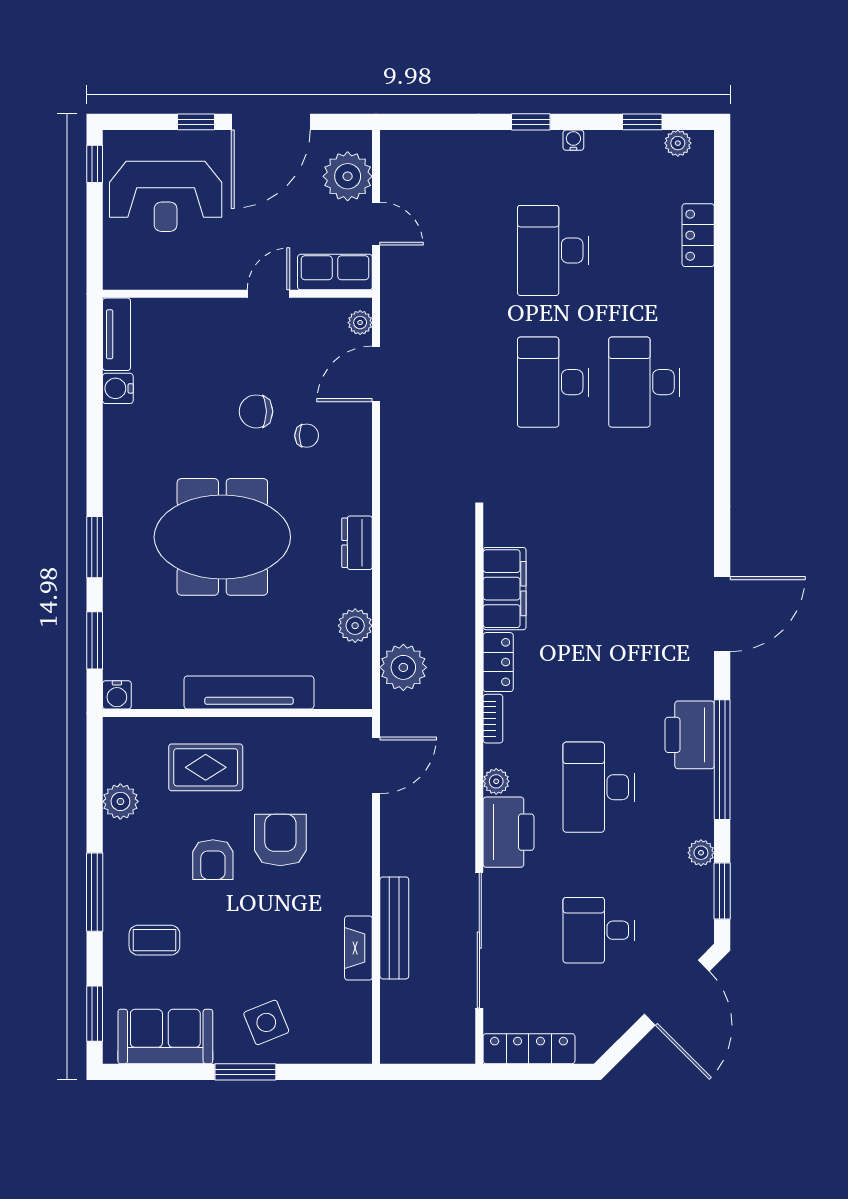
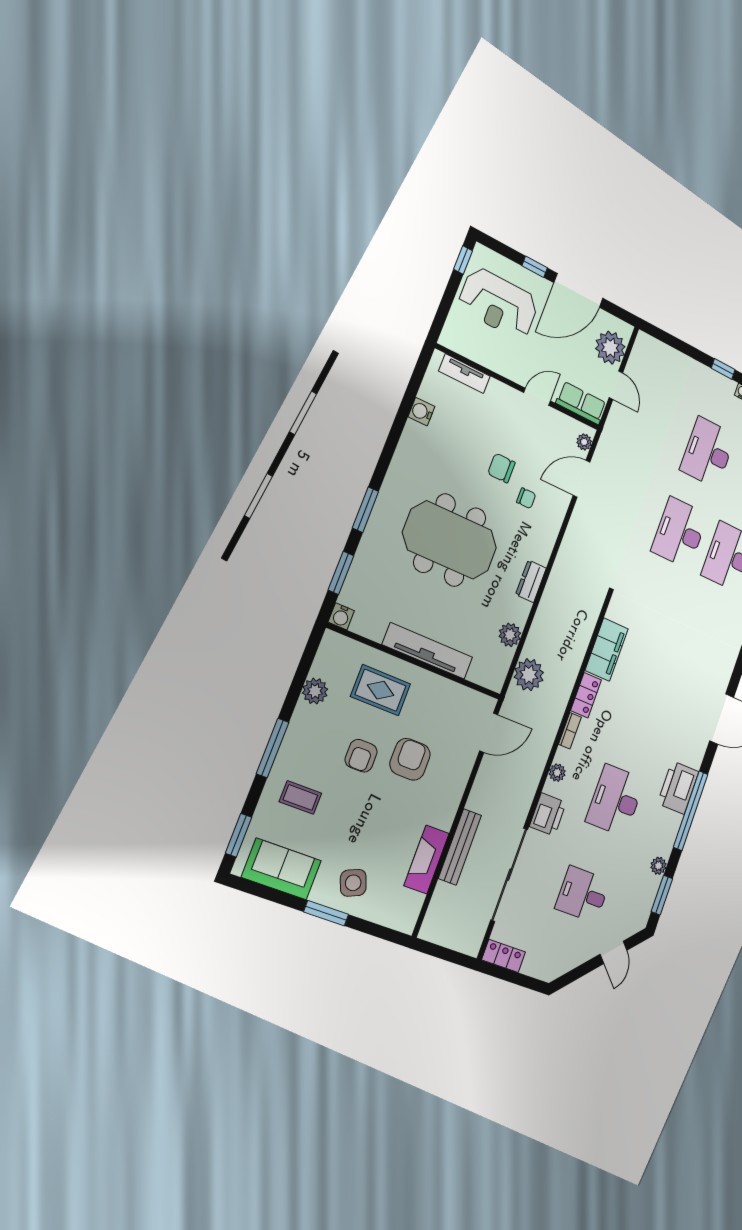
tv unit: (117, 334) -> (464, 374), moved, turned 90
printer: (508, 832) -> (548, 814), width x0.73, depth x0.84
fireplace: (358, 948) -> (427, 860), width x1.37, depth x1.32
door: (677, 993) -> (613, 952), width x0.53
locker: (529, 1049) -> (504, 956), width x0.66

